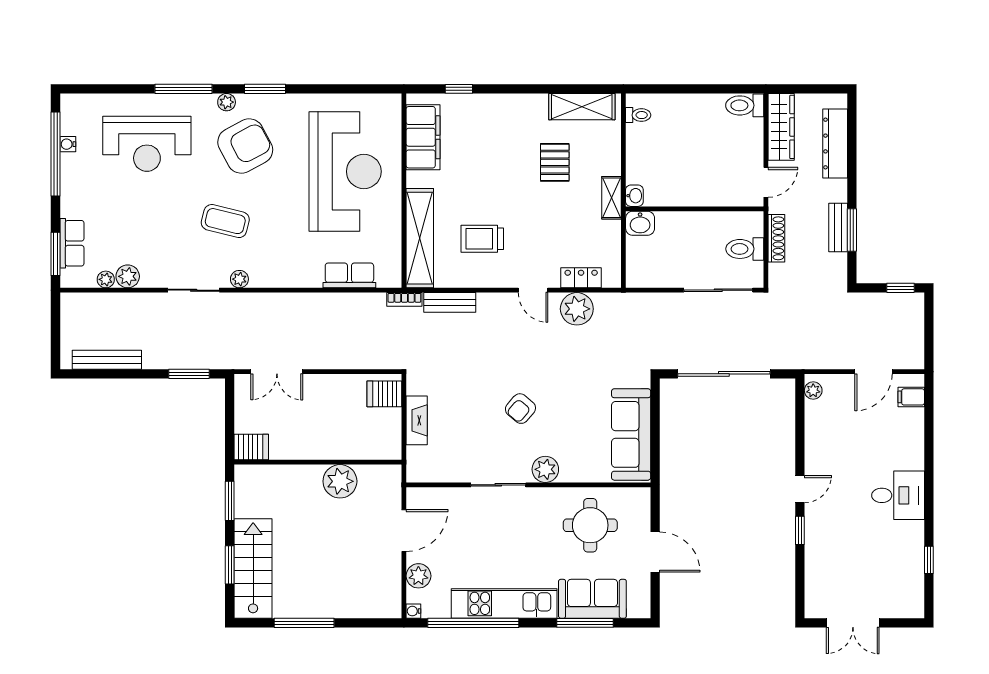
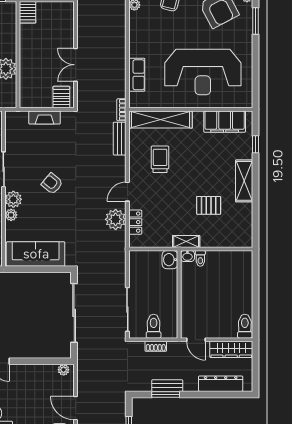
shelving: (582, 107) -> (244, 181), moved
toilet: (638, 115) -> (200, 258), moved
shoe rack: (776, 238) -> (156, 346), width x0.70
double door: (277, 372) -> (76, 65), moved
plant: (570, 473) -> (11, 215), added

